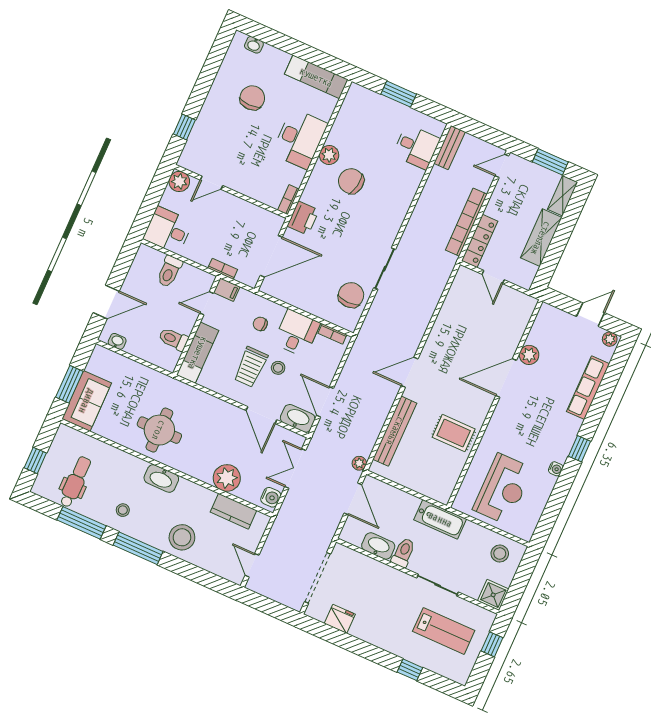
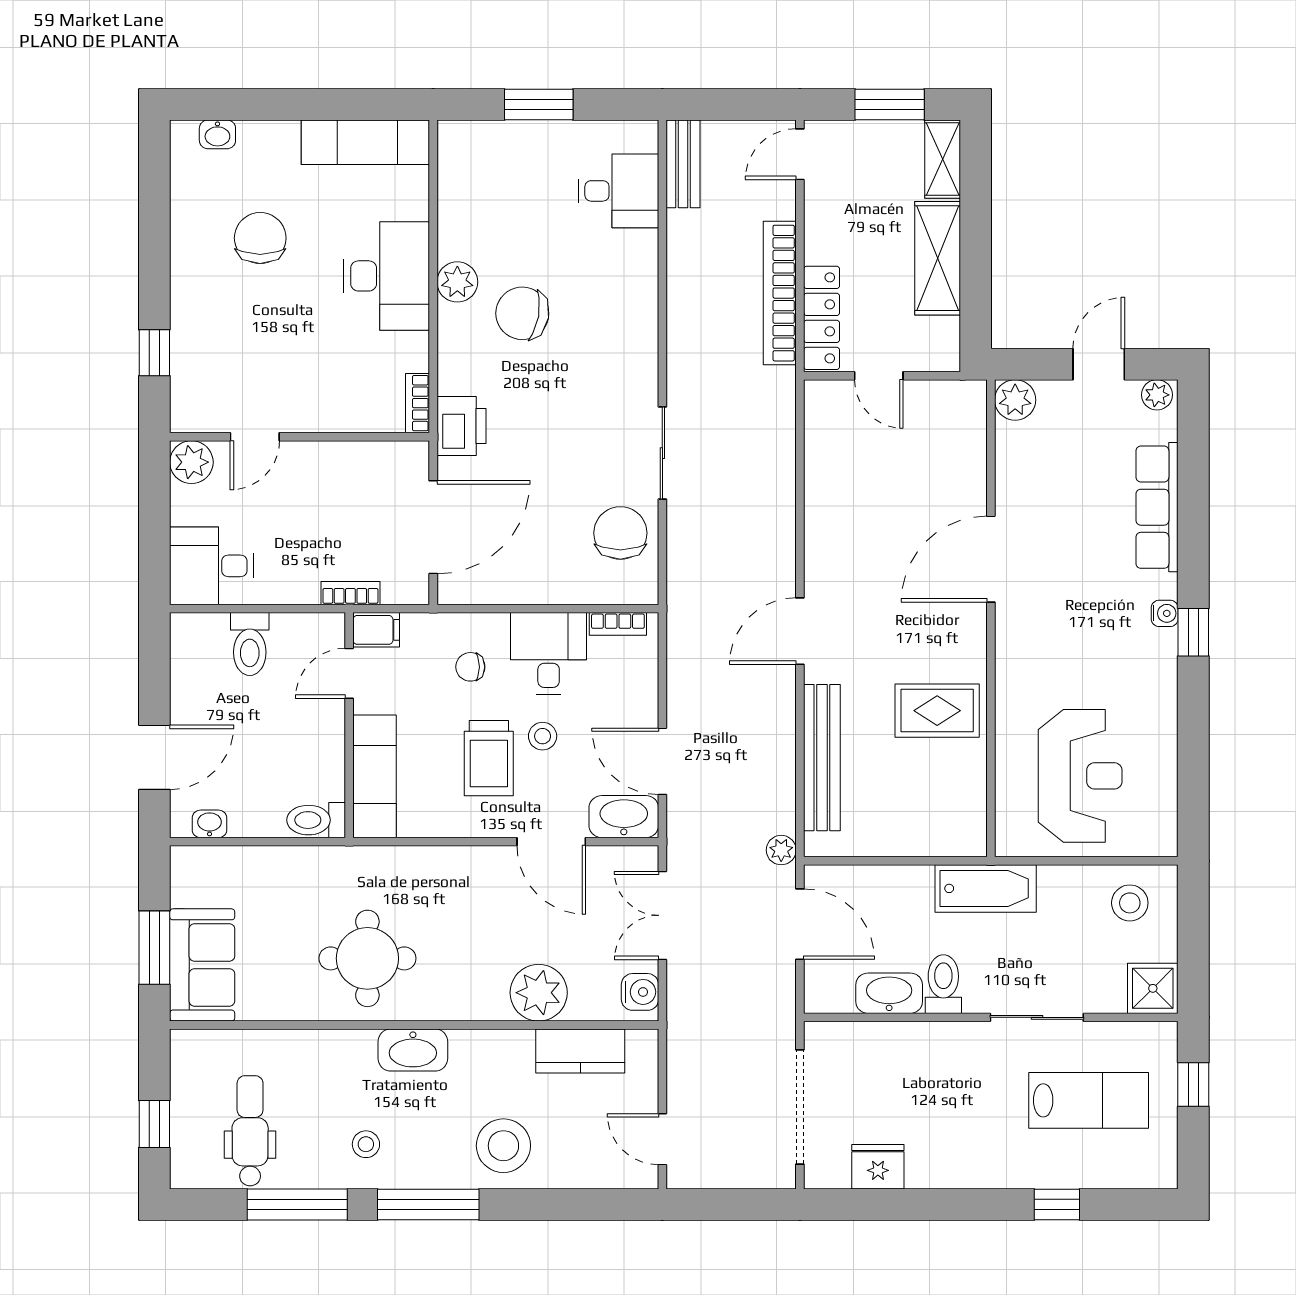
toilet: (173, 339) -> (316, 820), moved
plant: (529, 355) -> (1015, 400), moved
water cooler: (556, 469) -> (1165, 613), moved

